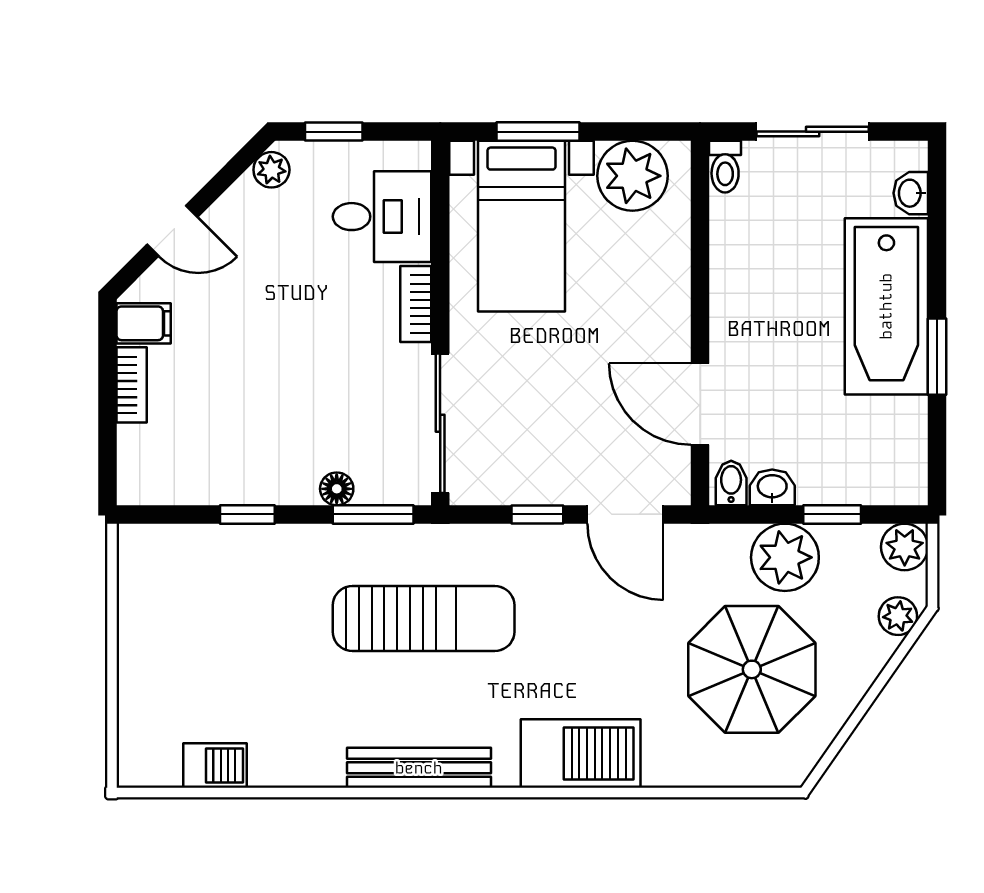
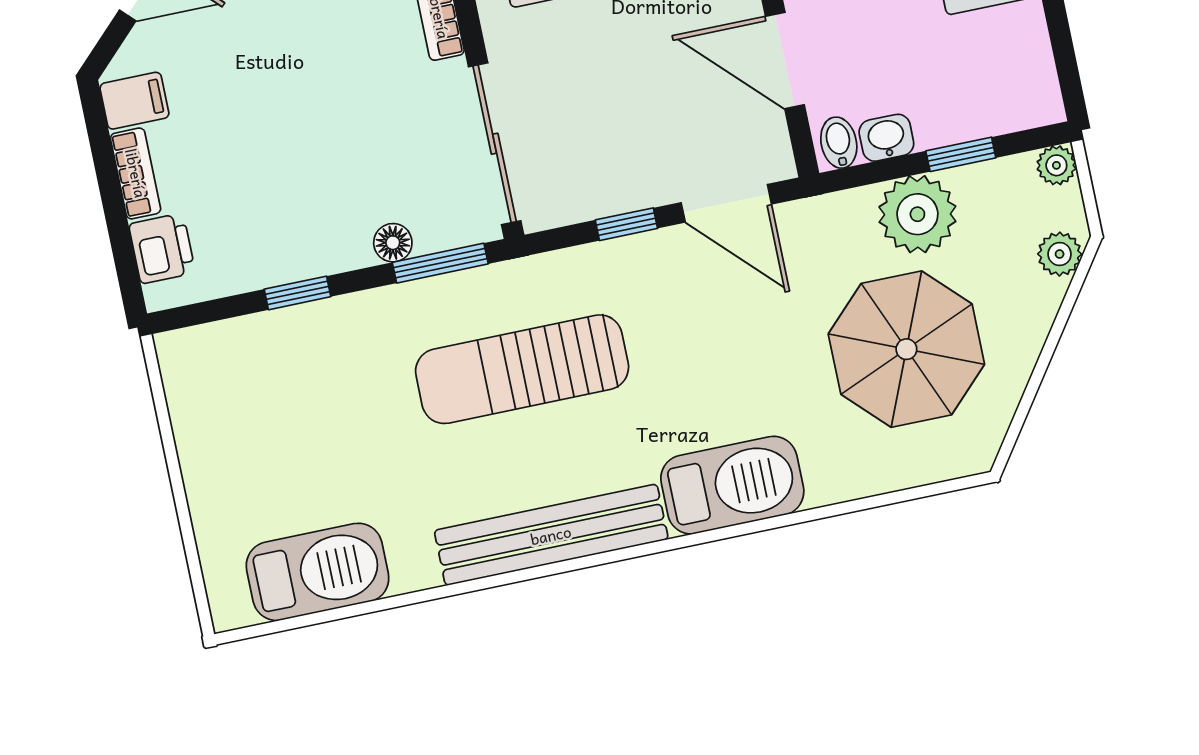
printer: (141, 453) -> (162, 248), added
plant: (905, 547) -> (1056, 165), width x0.73, depth x0.73
sun lounger: (424, 619) -> (522, 369), turned 180
barbecue: (215, 766) -> (317, 572), width x1.88, depth x1.53
bench: (419, 768) -> (551, 535), width x1.37, depth x1.21

